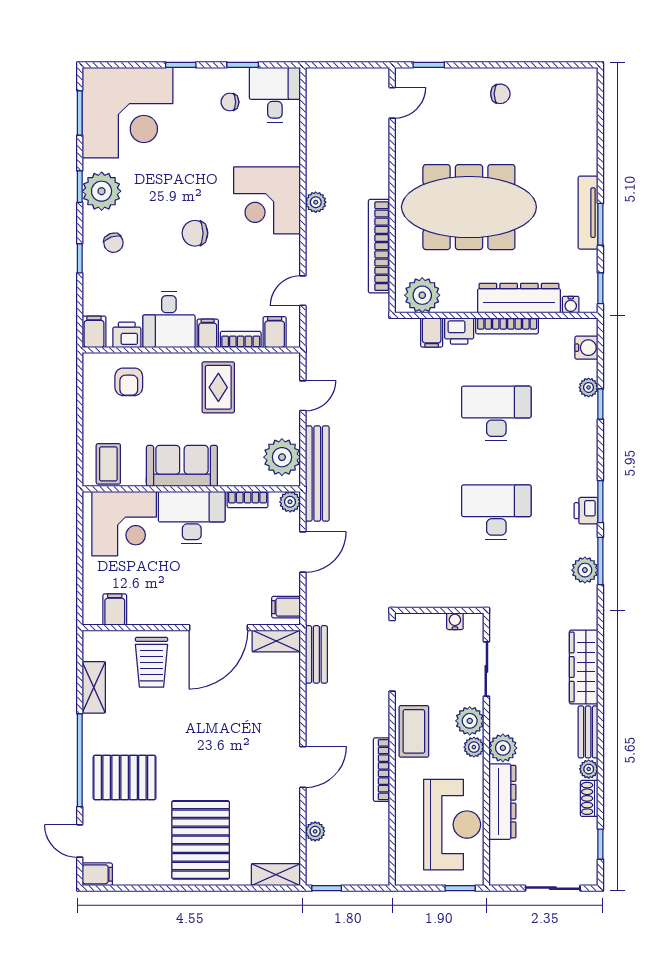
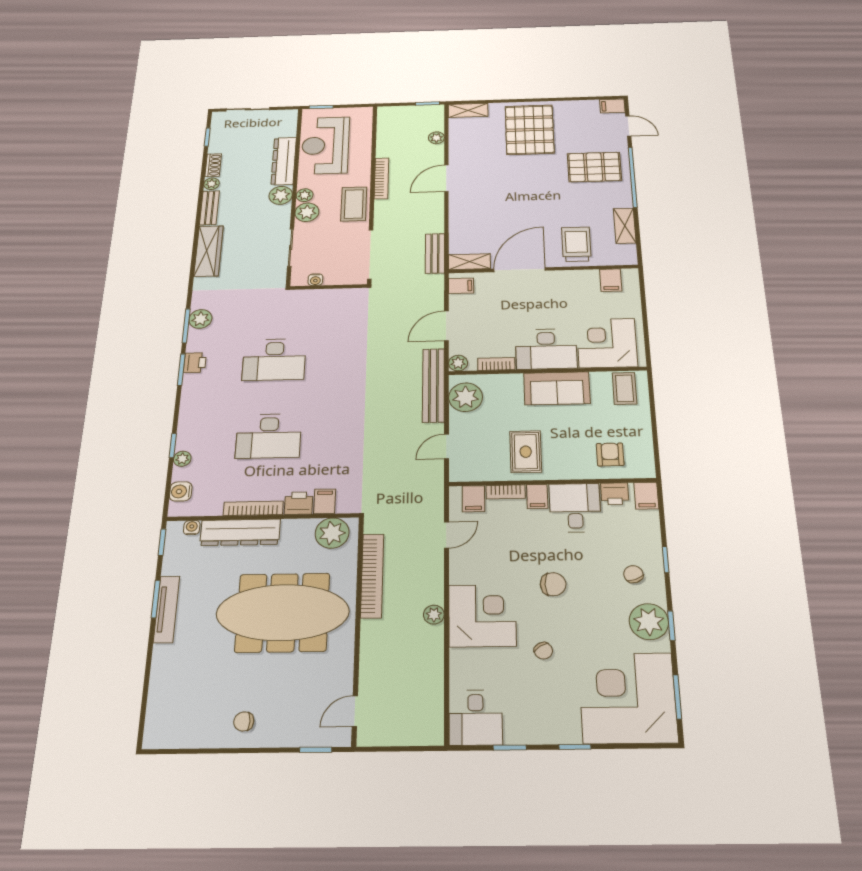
chair: (230, 102) -> (543, 651), moved, turned 59

